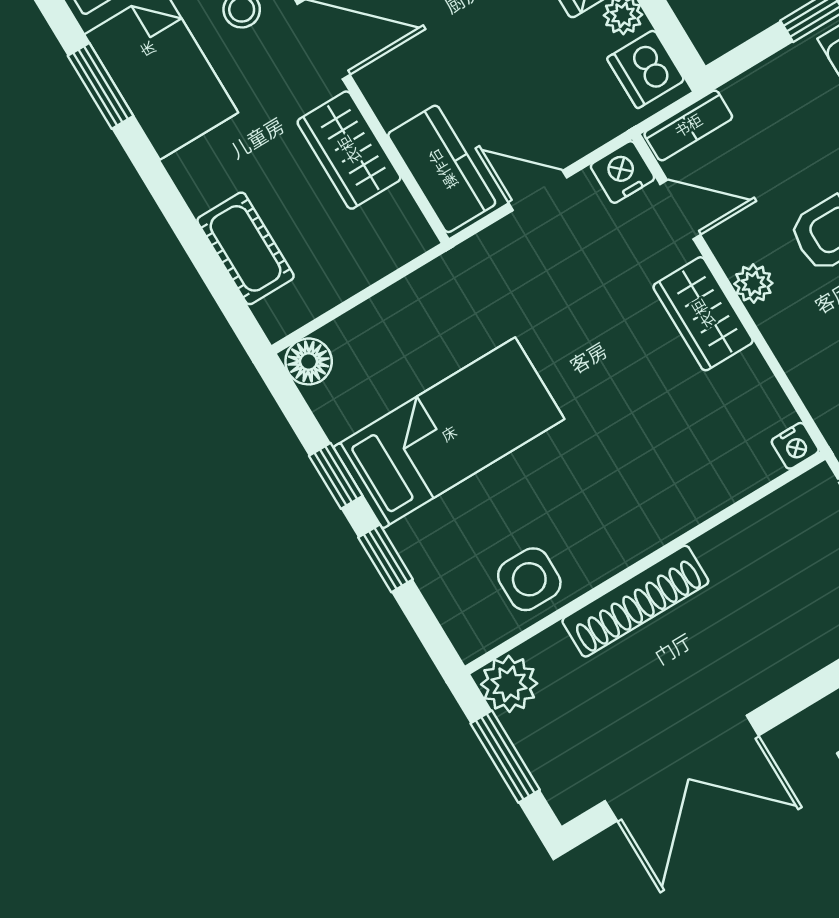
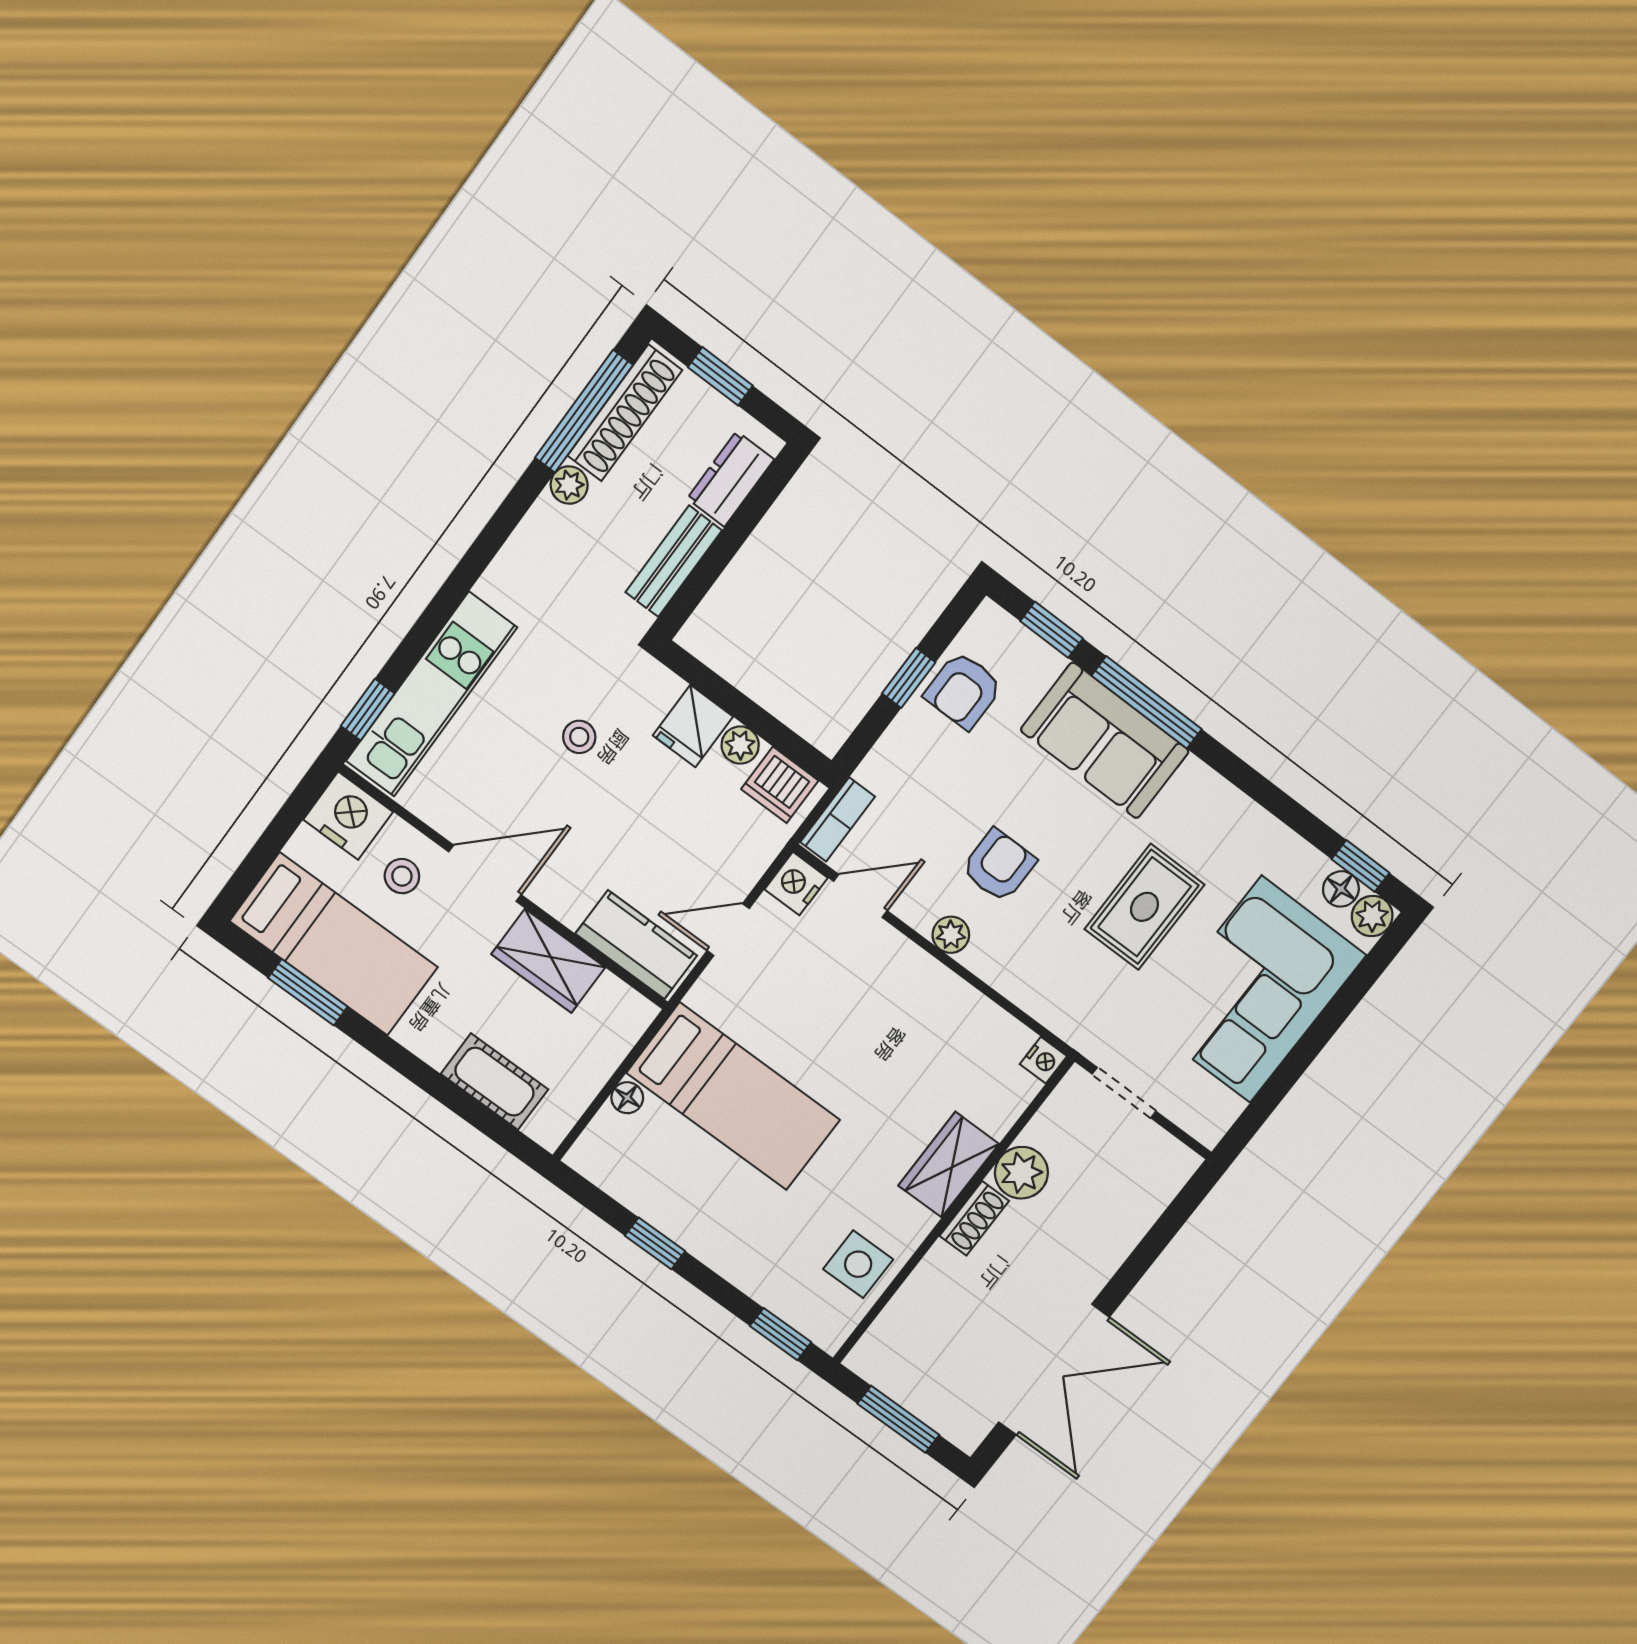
wardrobe: (703, 314) -> (949, 1165), moved, turned 90
floor lamp: (309, 361) -> (627, 1098), moved, width x0.73, depth x0.73
bed: (449, 433) -> (733, 1096), moved, turned 90
window: (386, 558) -> (781, 1334), moved
shoe rack: (635, 601) -> (974, 1218), width x0.51, depth x0.81
plant: (509, 684) -> (1021, 1173), moved

